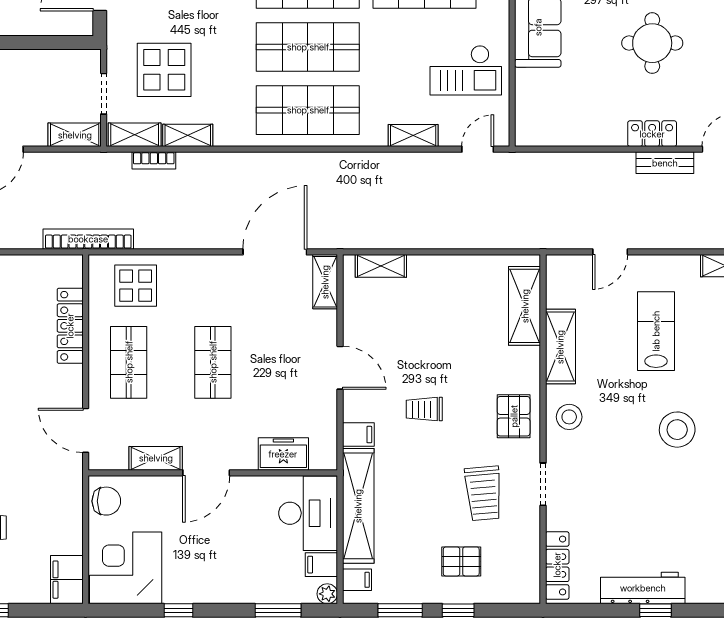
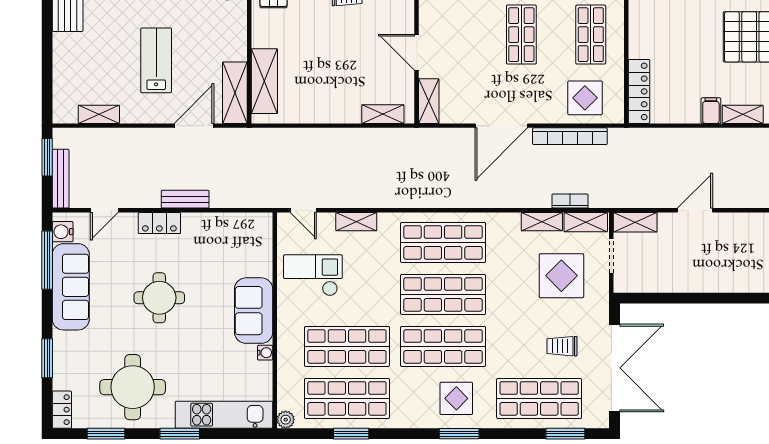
door: (478, 149) -> (303, 210), hinge flipped
bench: (665, 163) -> (185, 199), moved
bookcase: (88, 239) -> (570, 136), moved
door: (275, 252) -> (501, 126), moved
door: (610, 252) -> (194, 126), width x1.38
locker: (70, 326) -> (639, 91), moved
lab bench: (656, 331) -> (156, 60), turned 180
shelving: (560, 347) -> (235, 93), moved
door: (340, 368) -> (417, 52), moved

